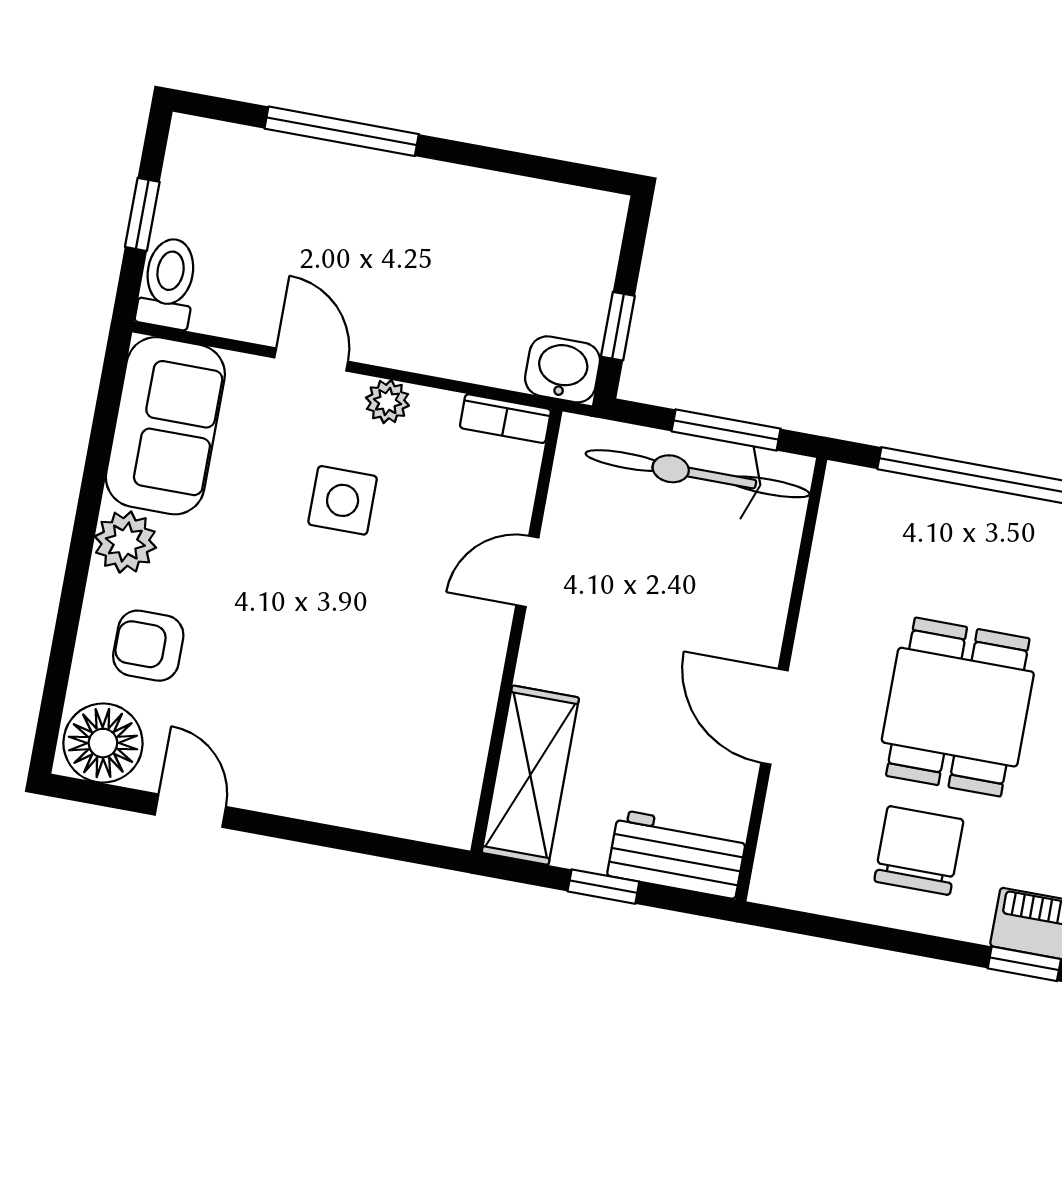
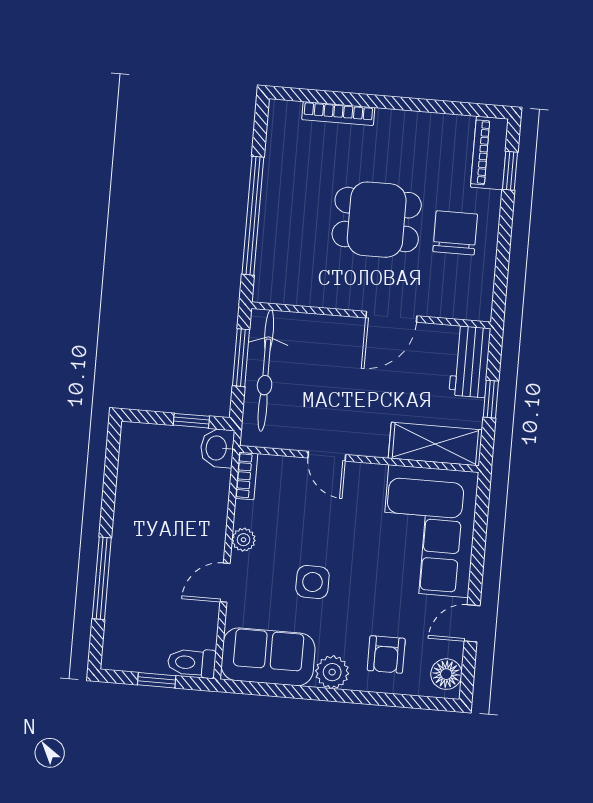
side table: (343, 500) -> (312, 582), moved
floor lamp: (103, 743) -> (446, 674), width x0.73, depth x0.73
corner sofa: (370, 747) -> (429, 531), added
chair: (919, 850) -> (455, 233), turned 90

